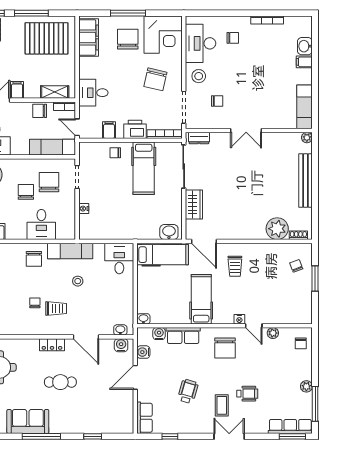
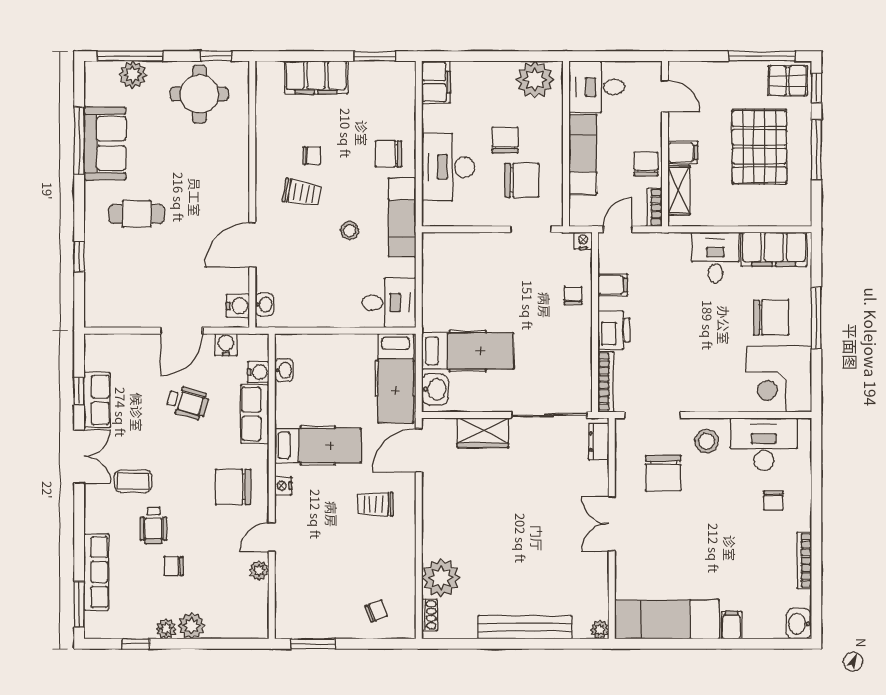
pallet: (47, 38) -> (759, 147), moved
washbasin: (305, 46) -> (799, 624), moved, turned -90
chair: (155, 79) -> (701, 366), removed
filing cabinet: (17, 90) -> (683, 152), moved
desk: (93, 93) -> (715, 258), moved
chair: (217, 101) -> (663, 473), width x1.87, depth x1.87
exam couch: (305, 107) -> (667, 619), width x1.36, depth x1.45
exam couch: (53, 147) -> (583, 154), moved
hospital bed: (144, 168) -> (468, 351), moved, turned 180
chair: (26, 192) -> (505, 140), turned -90
nightstand: (84, 209) -> (583, 241), moved
desk: (41, 224) -> (448, 167), width x1.37
window: (315, 279) -> (313, 644), moved
trolley: (56, 309) -> (302, 193), turned -80
washbasin: (143, 319) -> (284, 370), moved
nightstand: (239, 319) -> (283, 486), moved
chair: (301, 343) -> (174, 566), moved
locker: (52, 345) -> (239, 186), removed
plant: (305, 372) -> (192, 626), added
door: (135, 377) -> (182, 331), swing flipped
cafe table: (60, 382) -> (137, 214), moved, turned 90
wheelchair: (188, 391) -> (188, 402), moved
window: (315, 404) -> (136, 644), width x0.46
row of seats: (144, 418) -> (97, 400), moved, turned -90
row of seats: (290, 426) -> (96, 572), moved
window: (41, 436) -> (79, 141), moved
double door: (229, 436) -> (79, 457), moved

